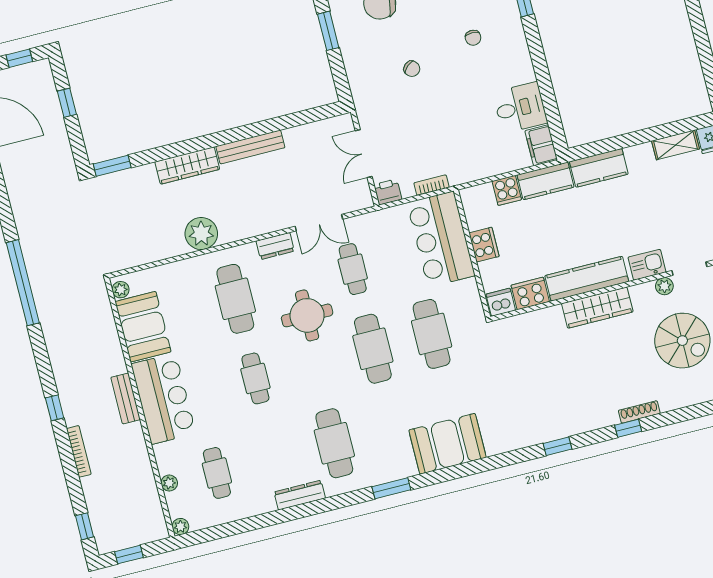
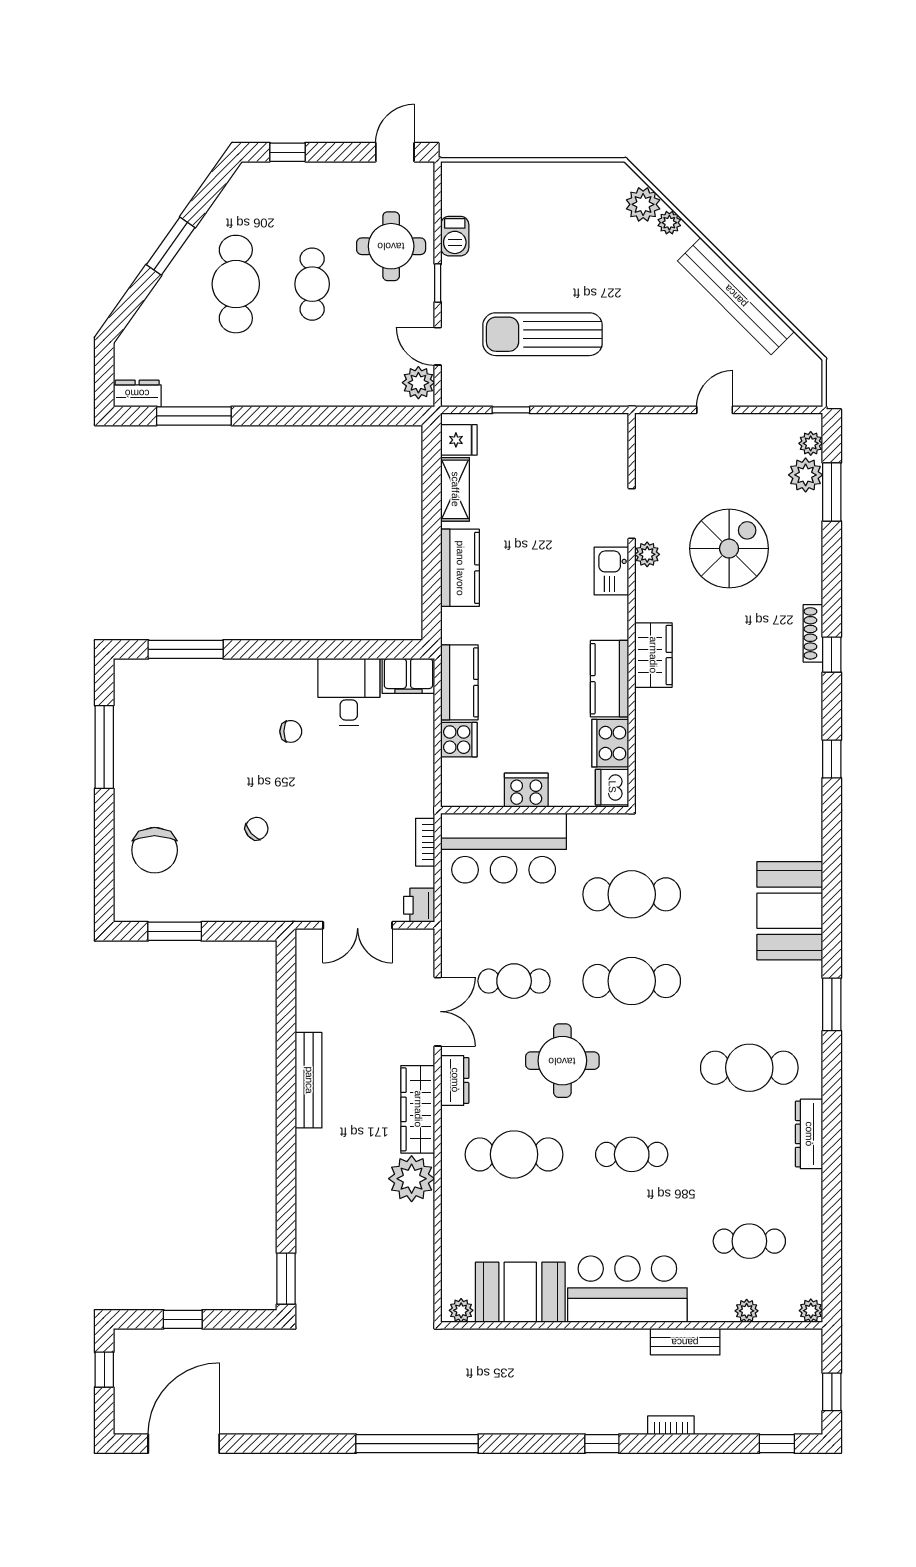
chair: (473, 38) -> (291, 731), moved
wardrobe: (187, 165) -> (418, 1109), moved, turned 180
kitchen counter: (599, 168) -> (460, 568), moved
kitchen counter: (587, 279) -> (610, 679), width x0.67
wardrobe: (597, 308) -> (653, 655), width x0.67
bench: (126, 398) -> (685, 1342), moved
bookcase: (79, 451) -> (671, 1425), width x0.64

